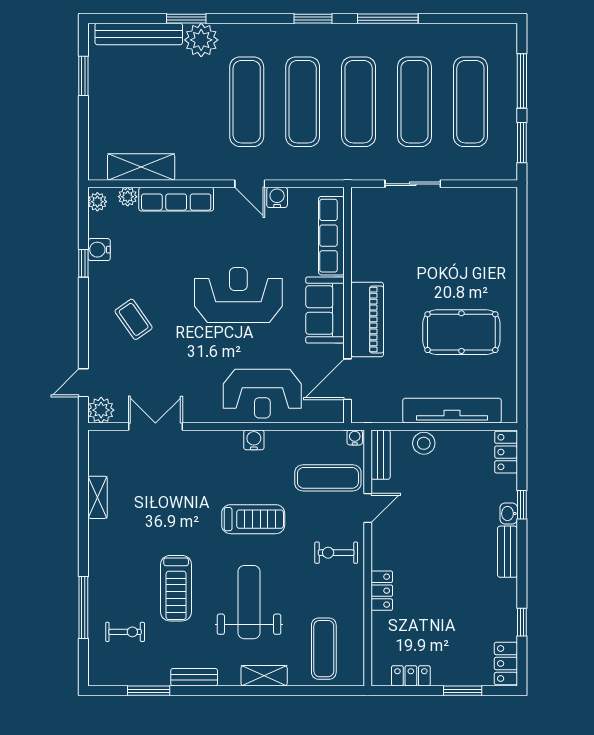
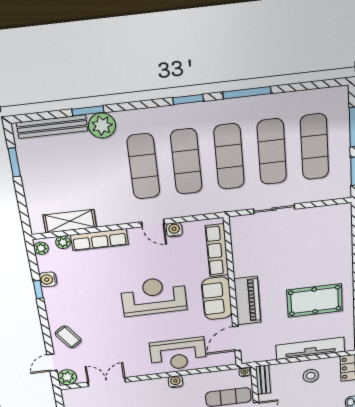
coffee table: (134, 319) -> (68, 337), moved
stool: (424, 443) -> (311, 376), moved

